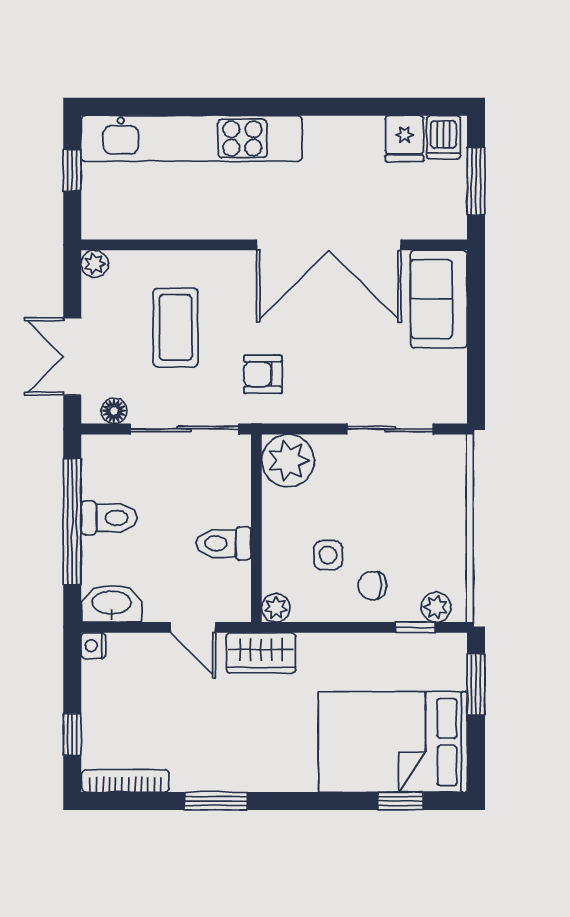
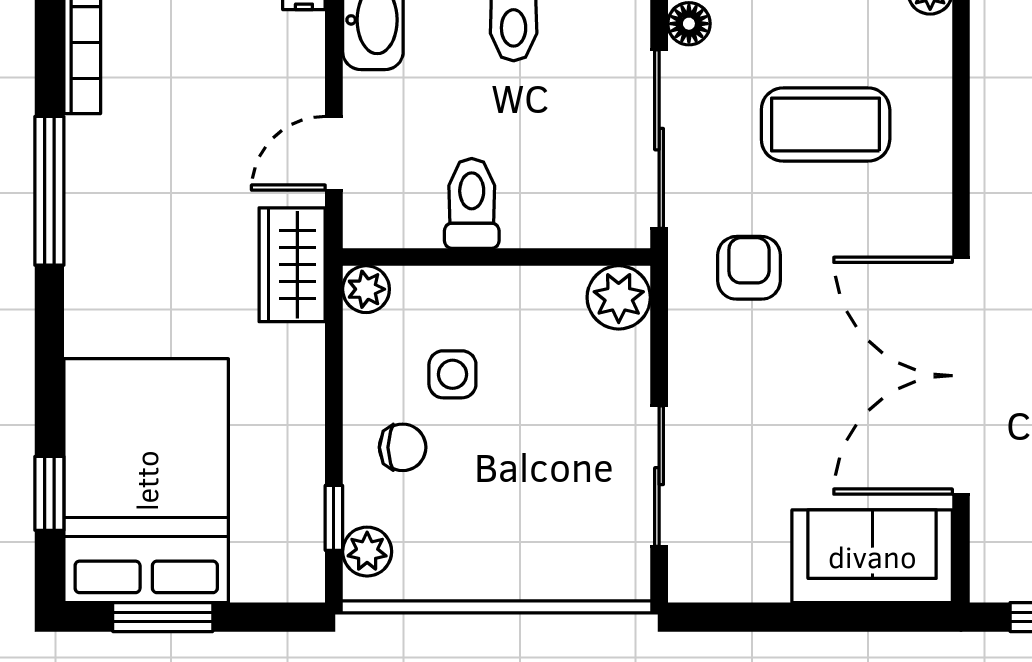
plant: (288, 461) -> (619, 297), width x0.73, depth x0.73
chair: (372, 585) -> (403, 447), turned 90
window: (476, 684) -> (163, 617), moved
window: (216, 801) -> (49, 191), width x1.44

